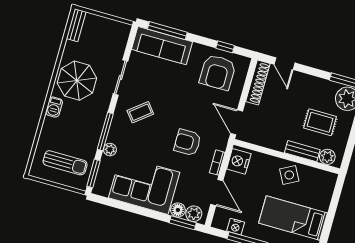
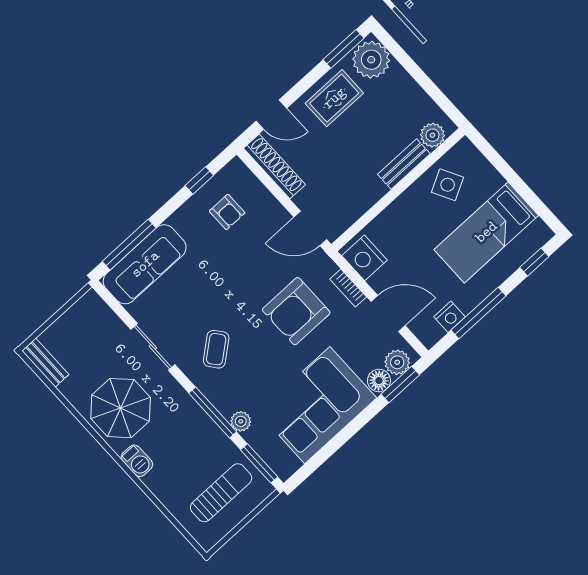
armchair: (218, 72) -> (227, 212), width x0.53, depth x0.53
rug: (320, 122) -> (334, 98), moved
armchair: (187, 142) -> (296, 311), width x1.36, depth x1.36
side table: (289, 175) -> (448, 185), moved

